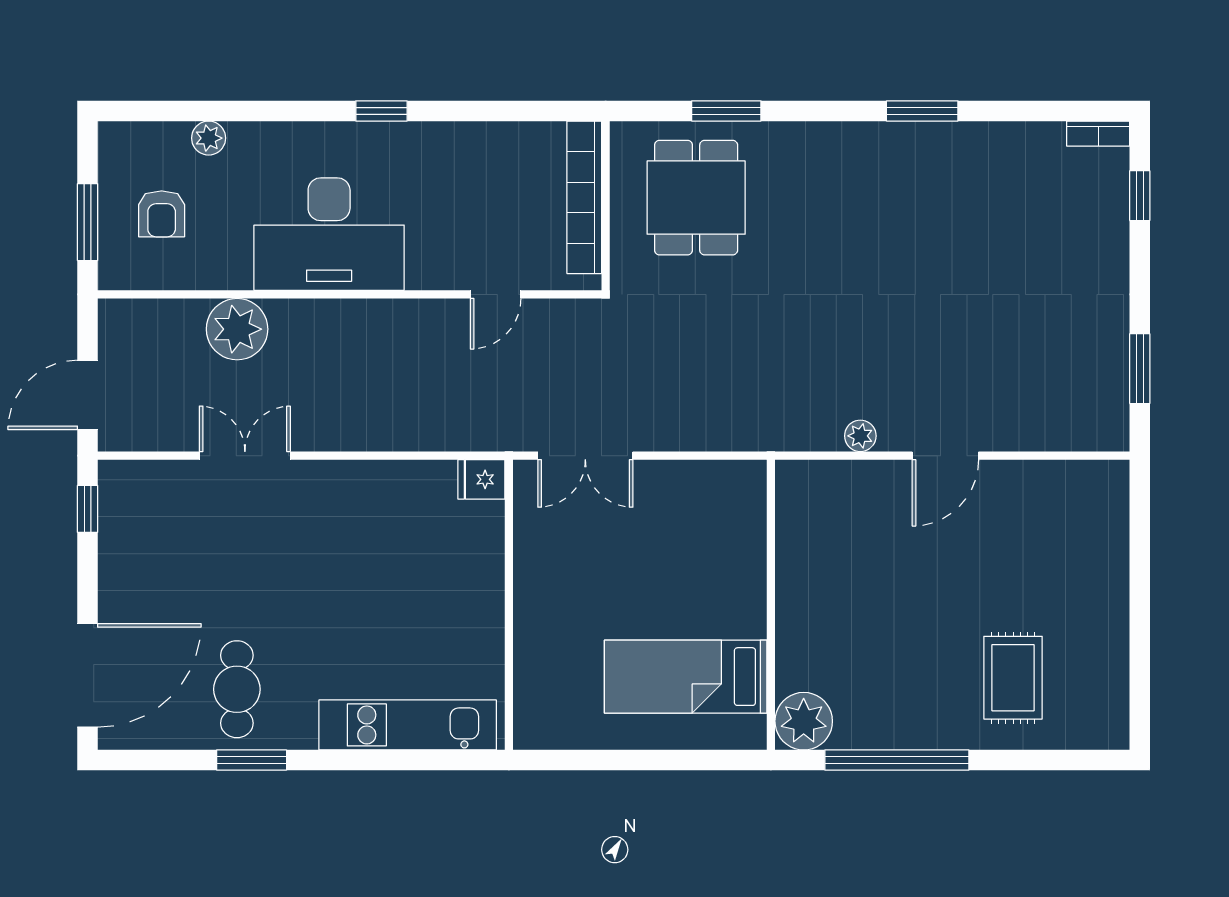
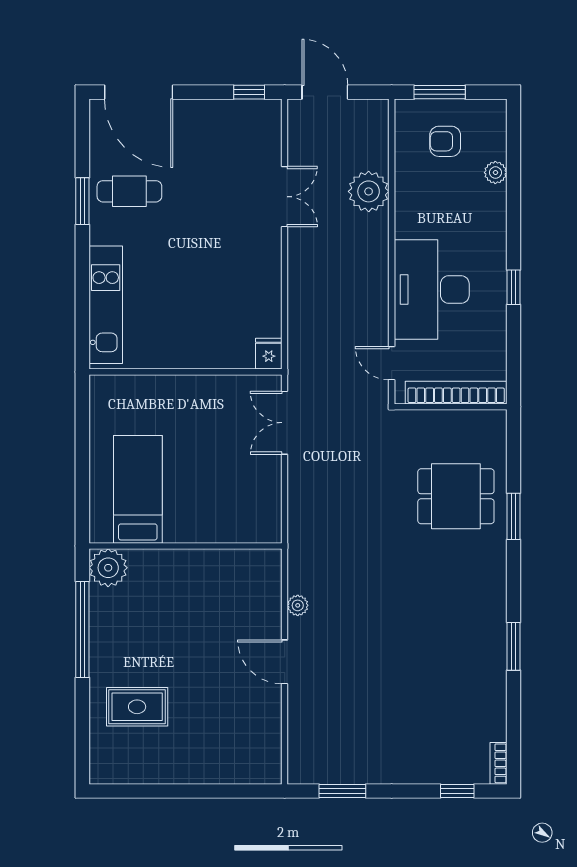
bookcase: (584, 197) -> (456, 393), moved
wall: (606, 206) -> (451, 407), moved
desk: (329, 234) -> (432, 289), moved

